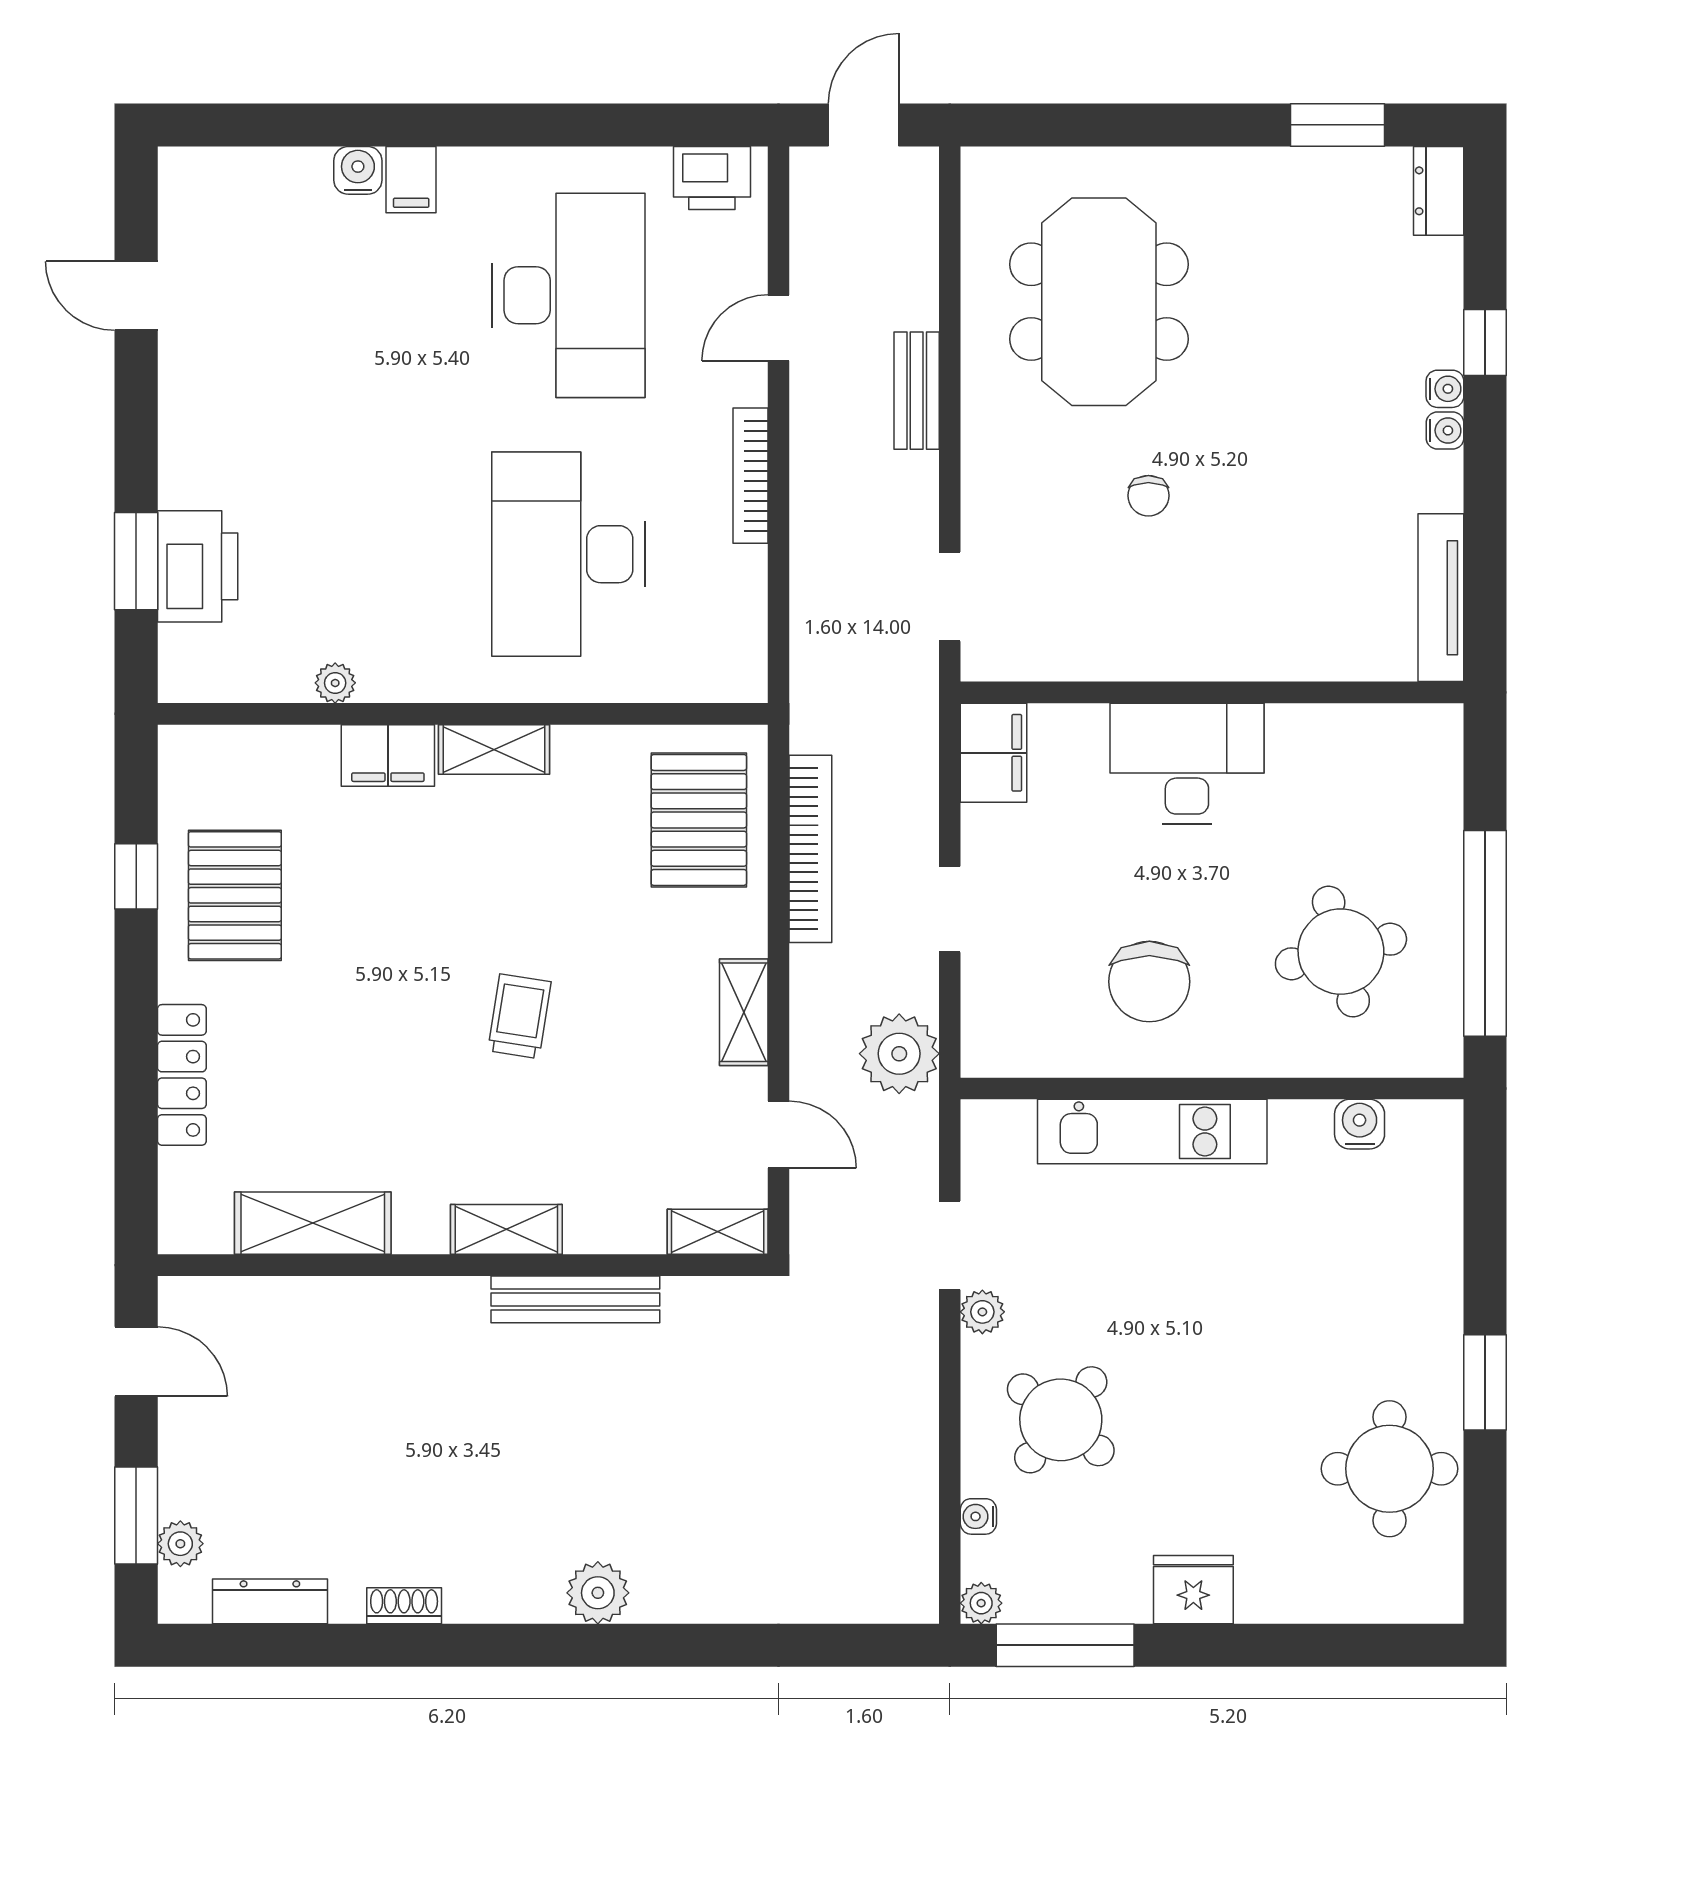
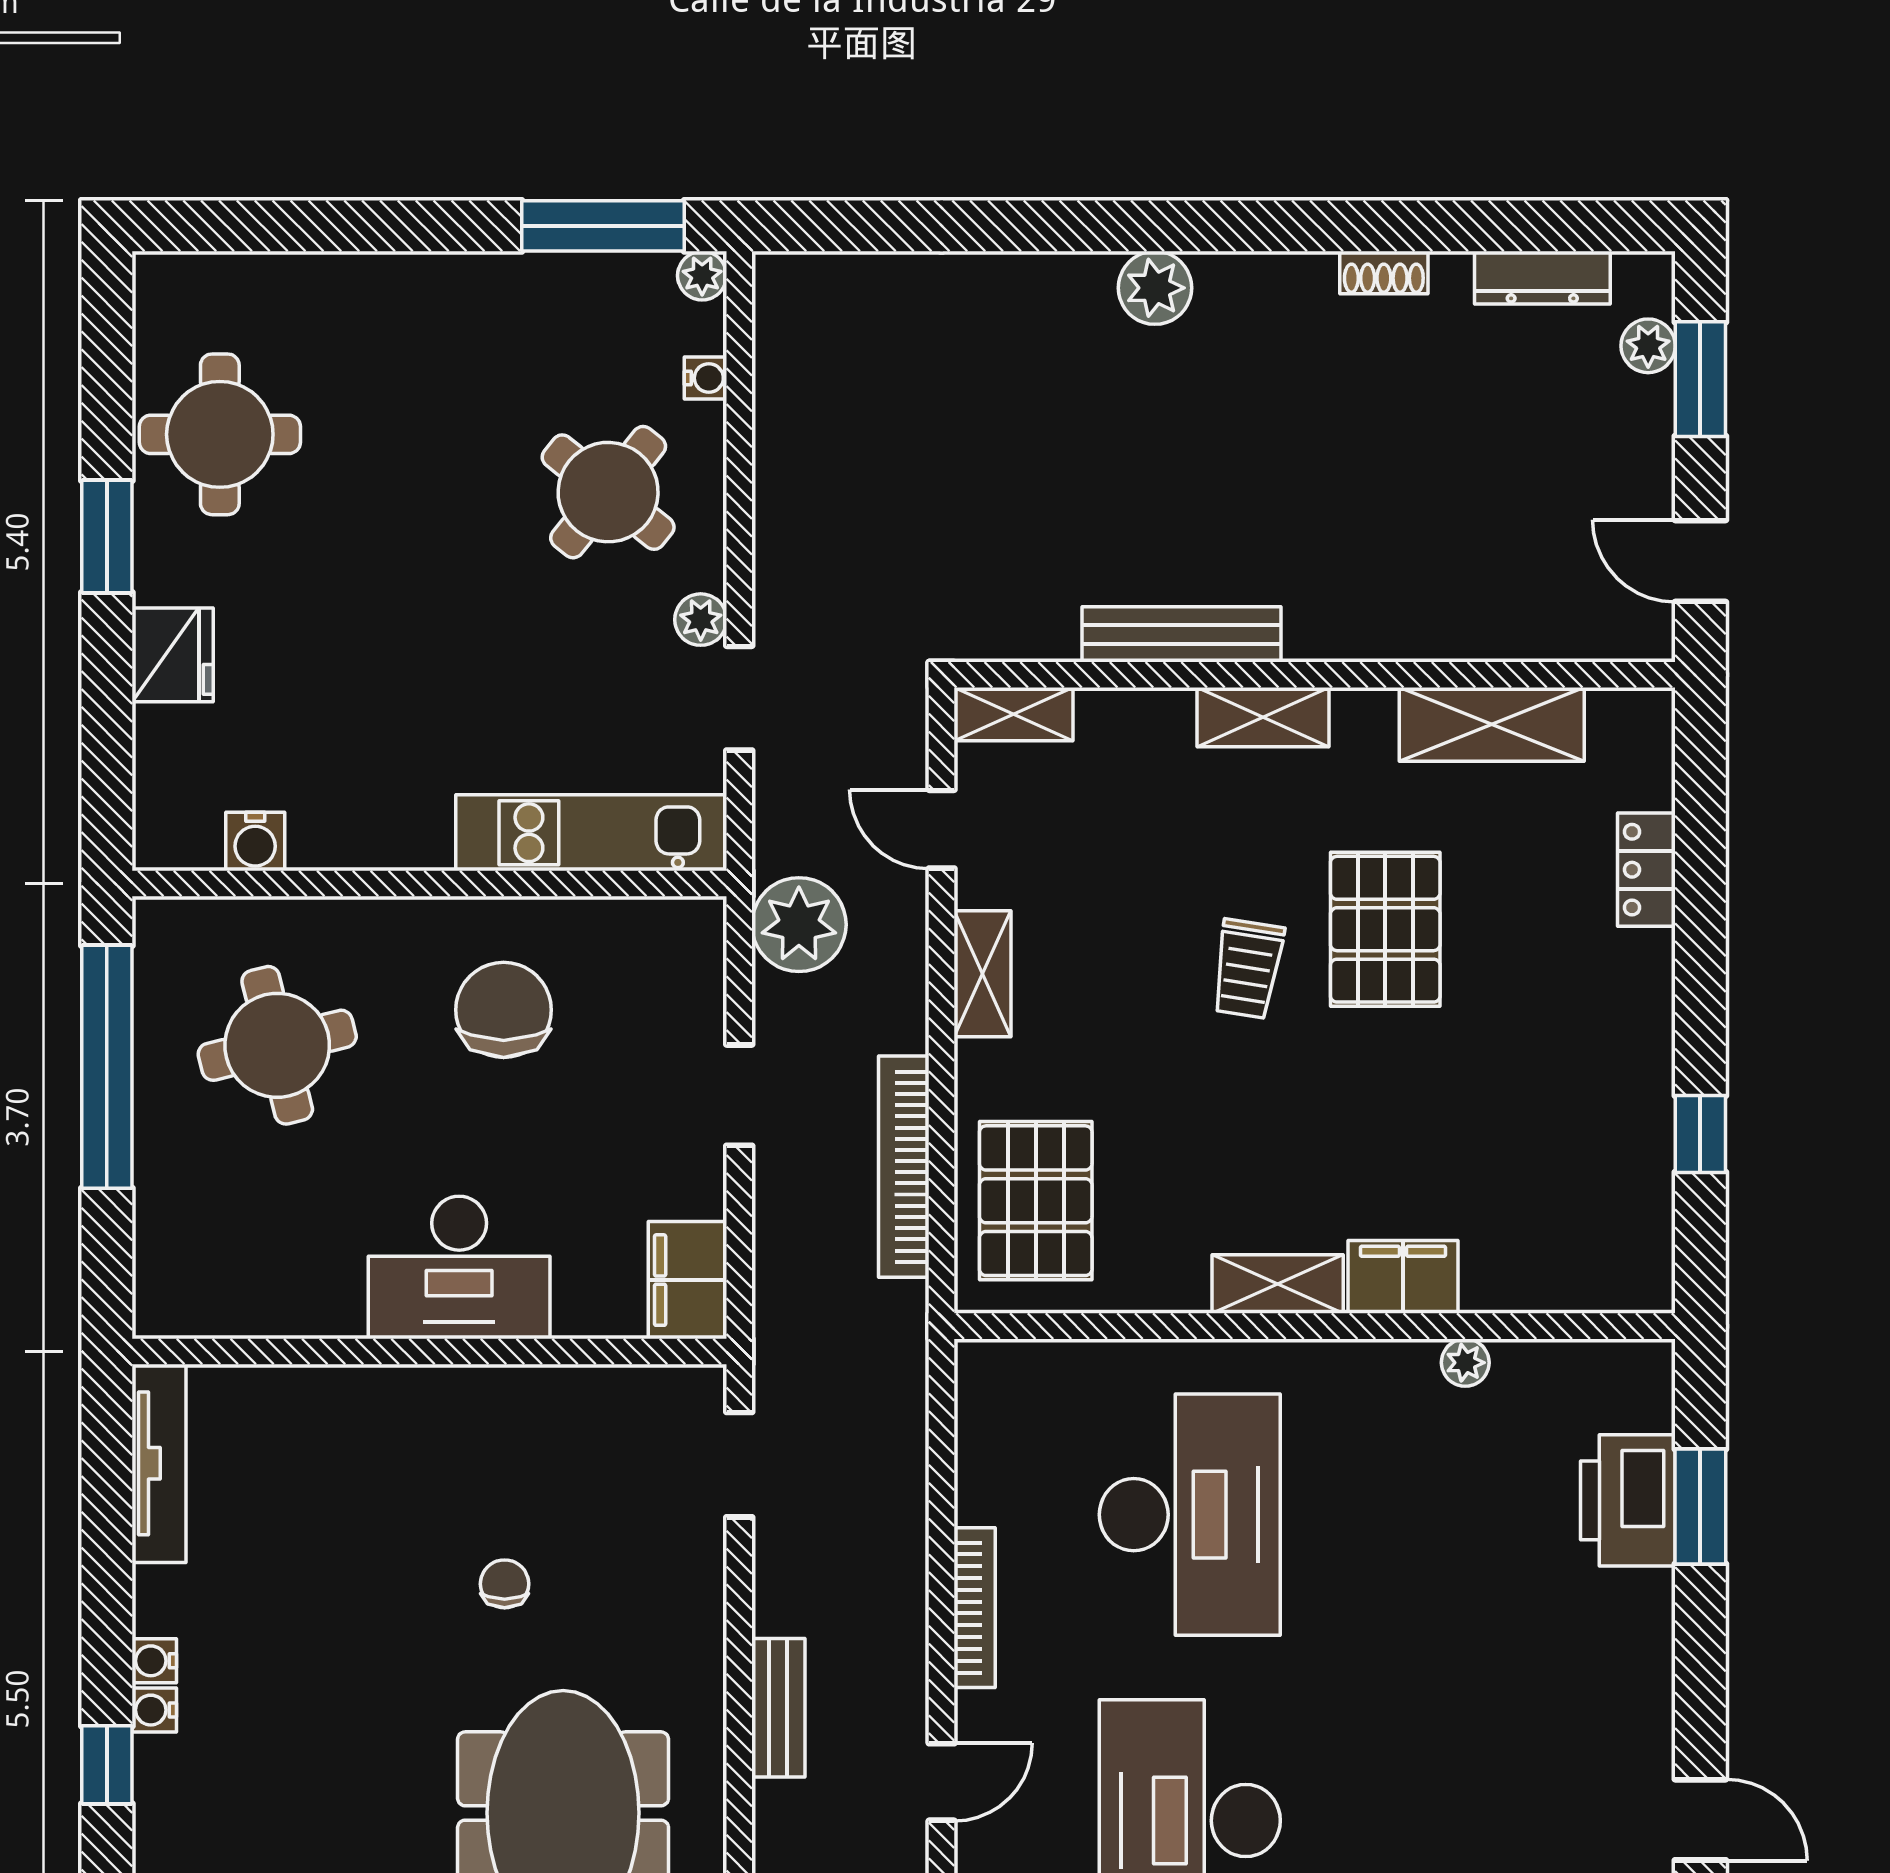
pallet: (235, 895) -> (1385, 929), moved
locker: (182, 1075) -> (1646, 870), width x0.66
kitchen unit: (1152, 1132) -> (591, 833), moved
fridge: (1193, 1590) -> (173, 655), moved, turned -90

